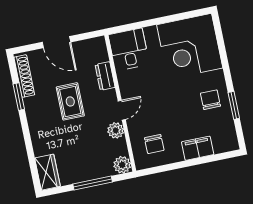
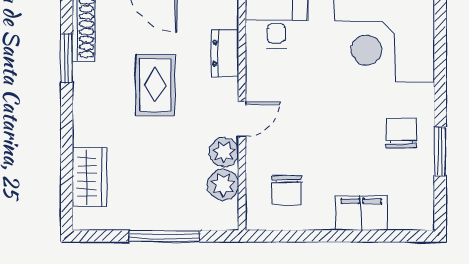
plant: (122, 165) -> (223, 185), moved
wardrobe: (47, 172) -> (90, 177), moved

